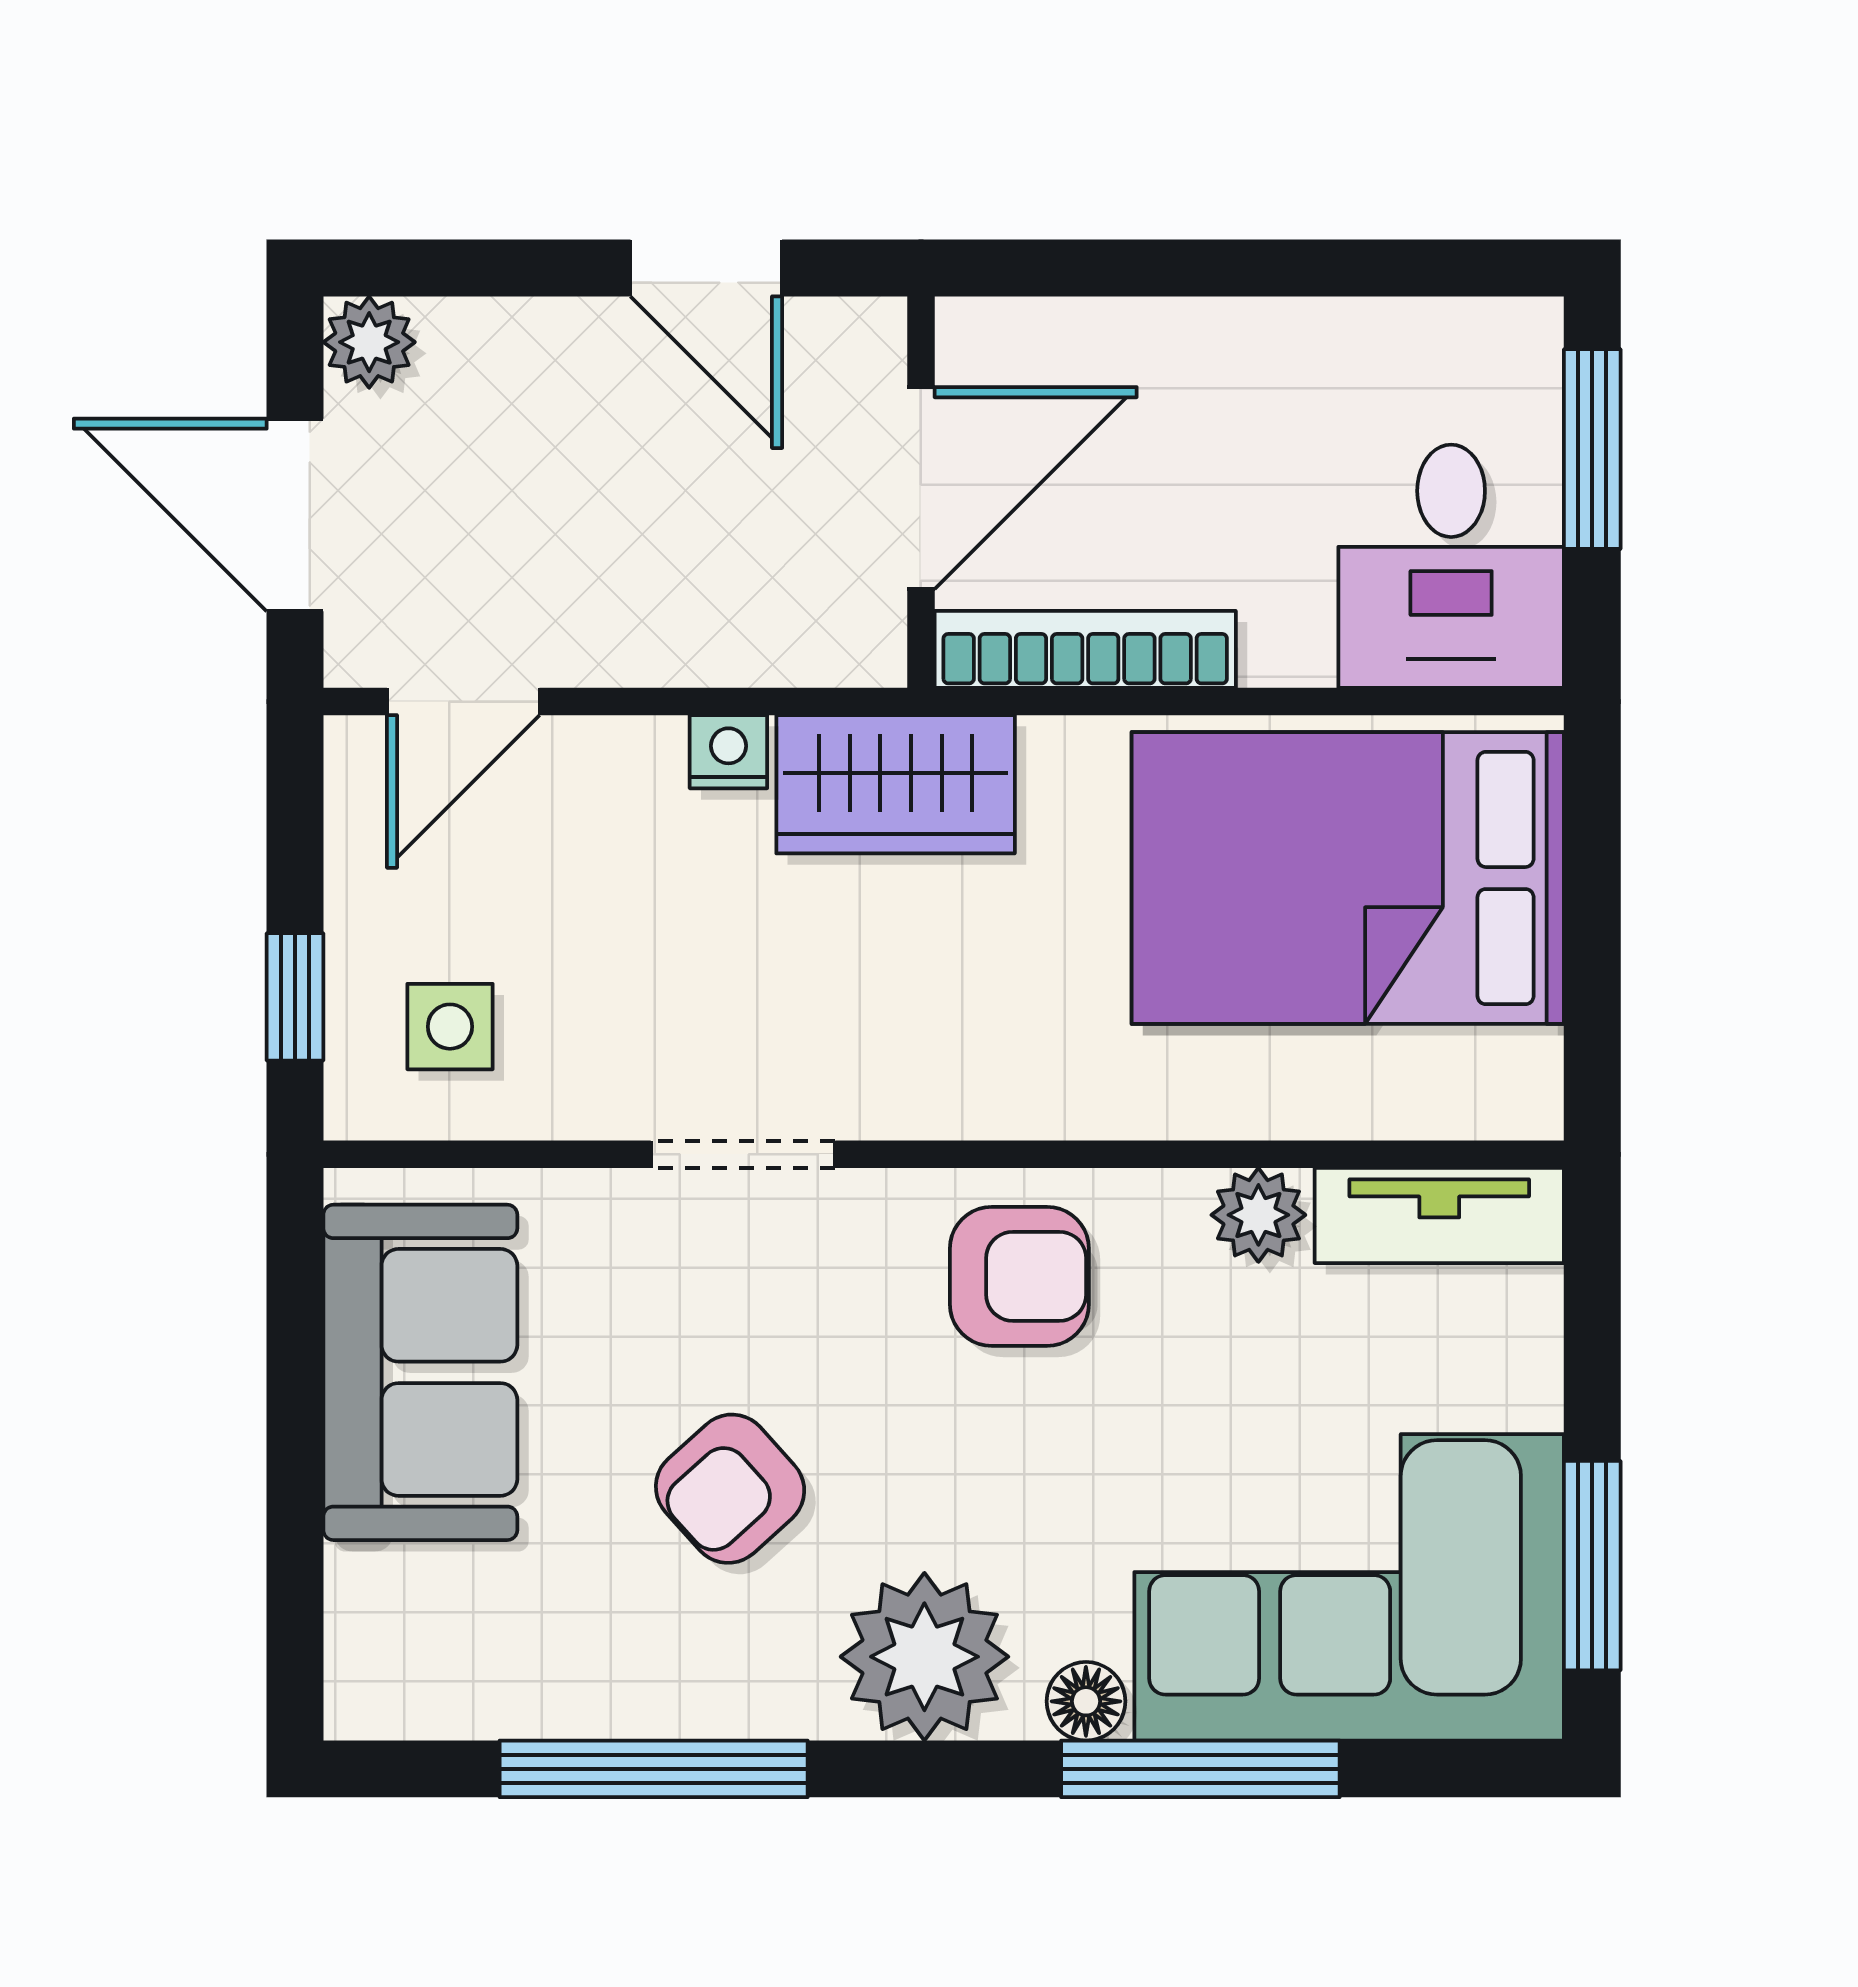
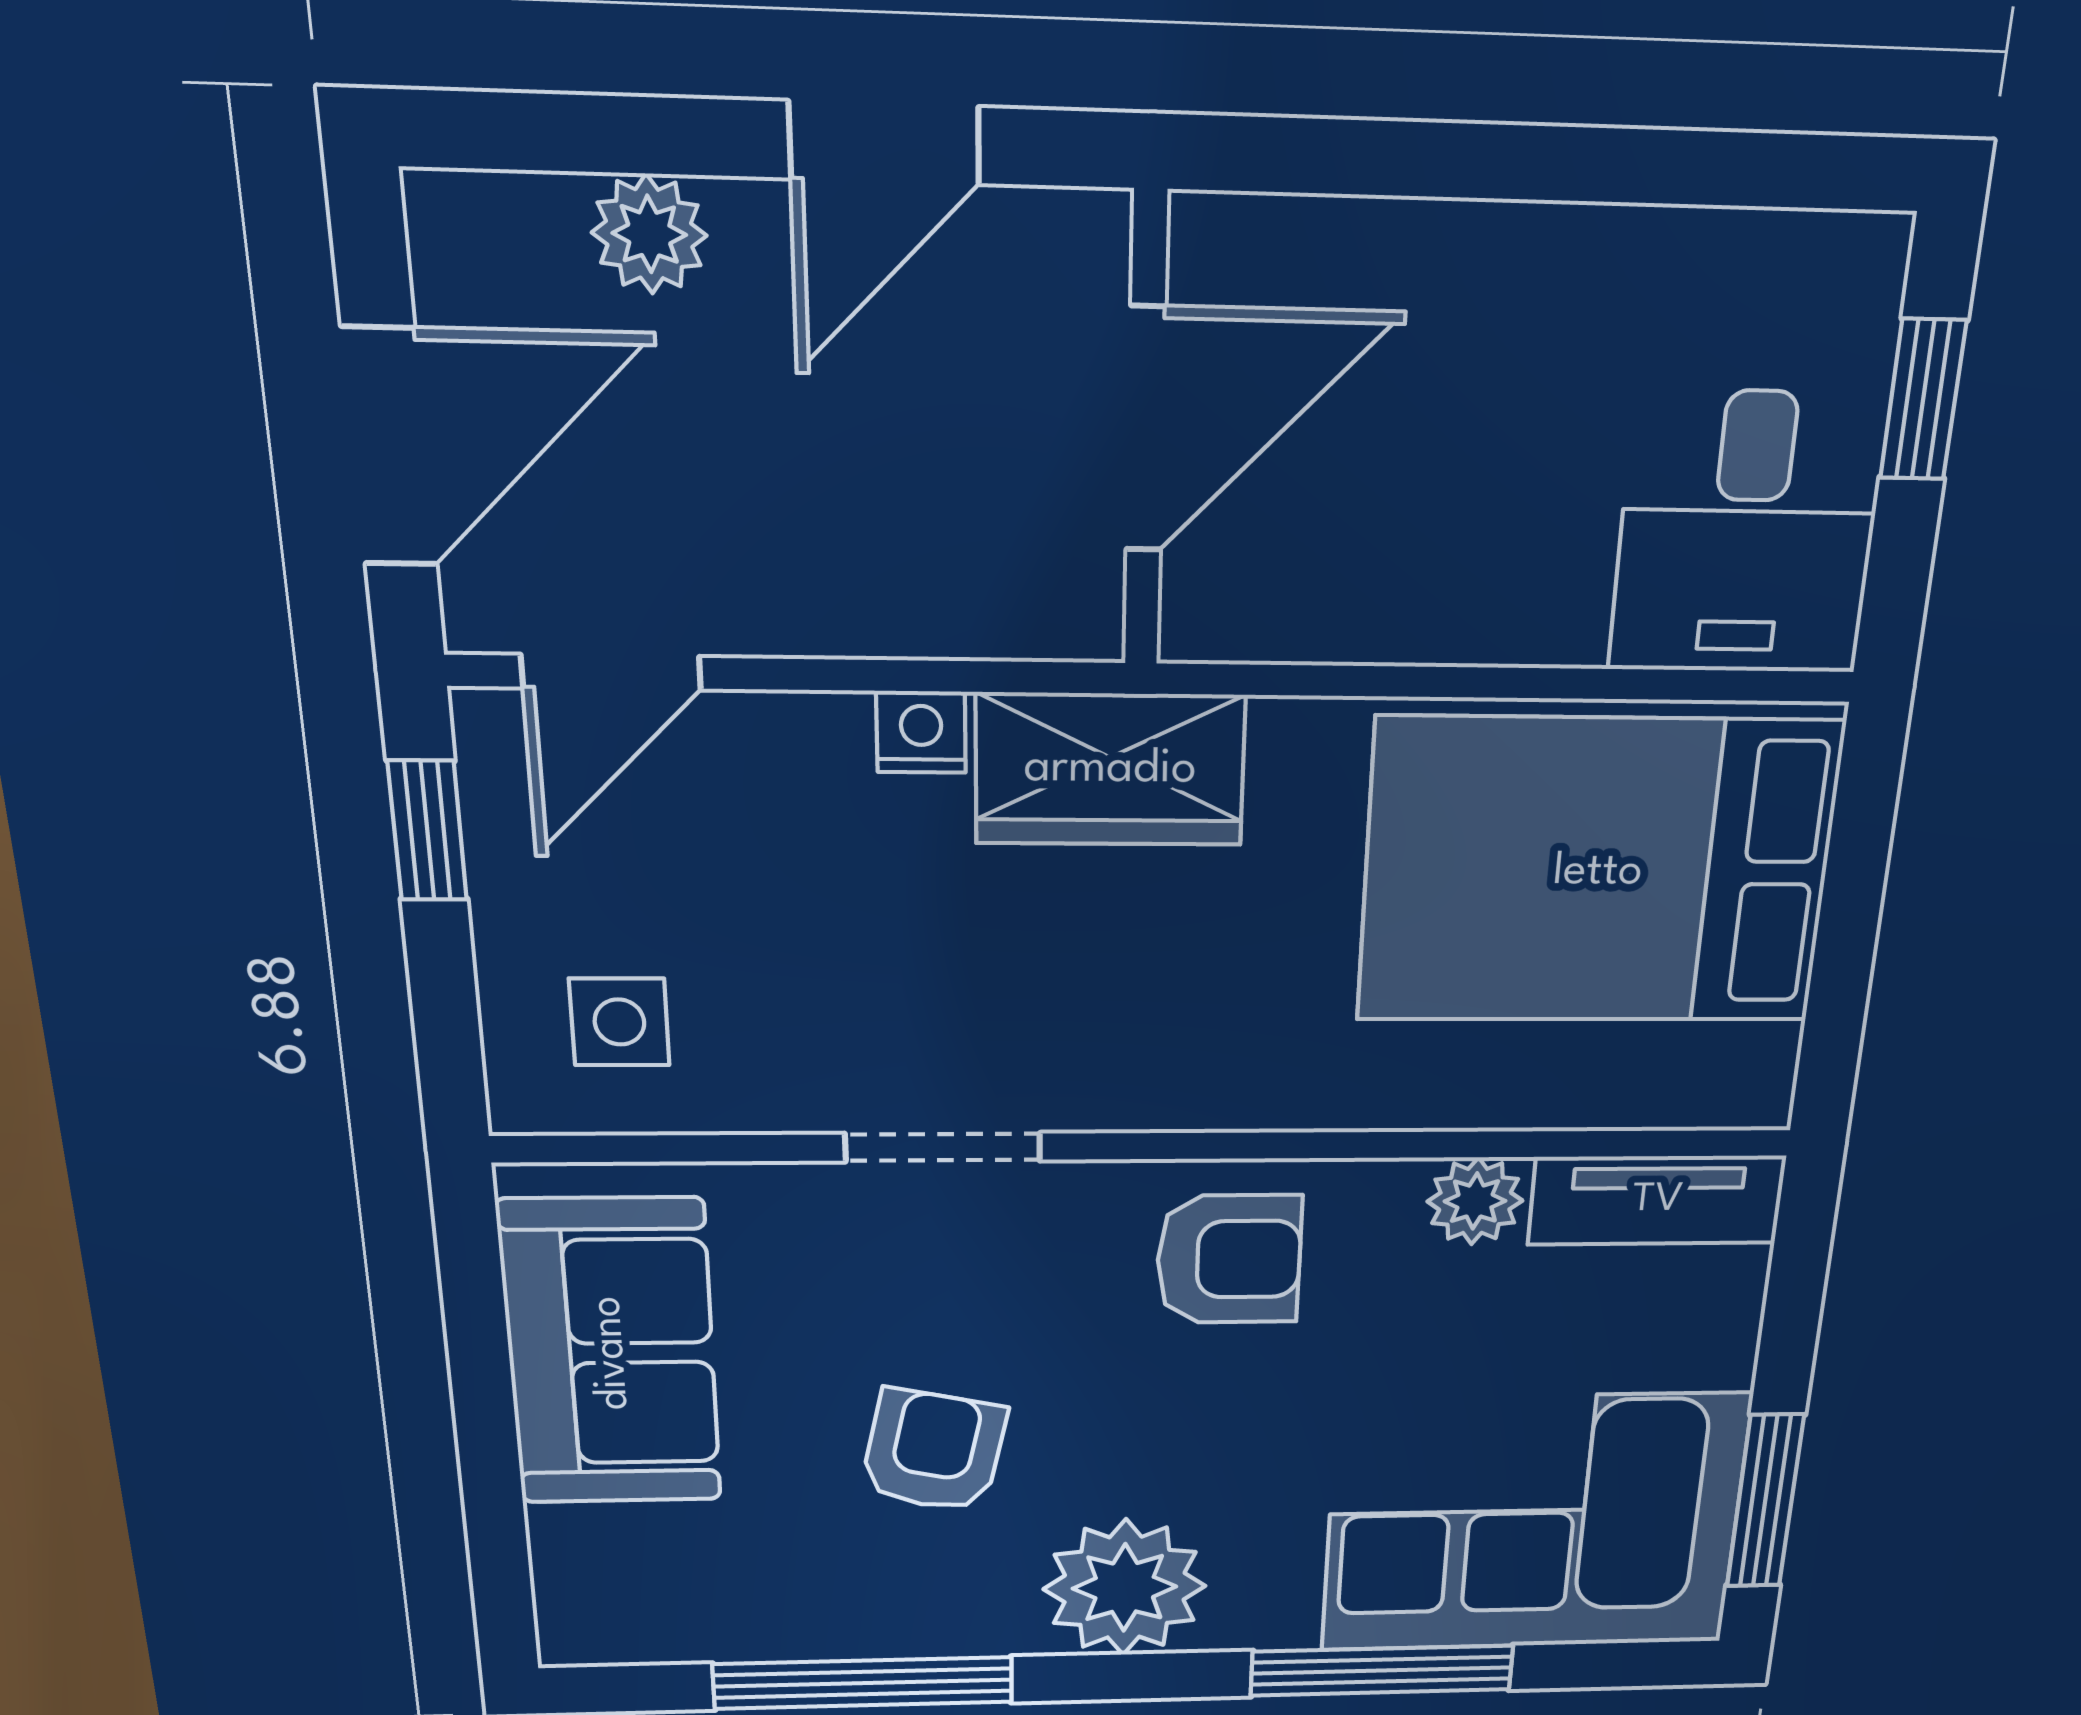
door: (706, 268) -> (884, 143), hinge flipped
plant: (369, 342) -> (649, 234), moved
window: (1592, 449) -> (1923, 400), width x0.67
door: (295, 515) -> (390, 447), swing flipped
bookcase: (1085, 649) -> (1329, 622), removed
window: (295, 997) -> (427, 831), moved
armchair: (730, 1489) -> (934, 1451), turned 144
floor lamp: (1086, 1701) -> (1278, 1620), removed

